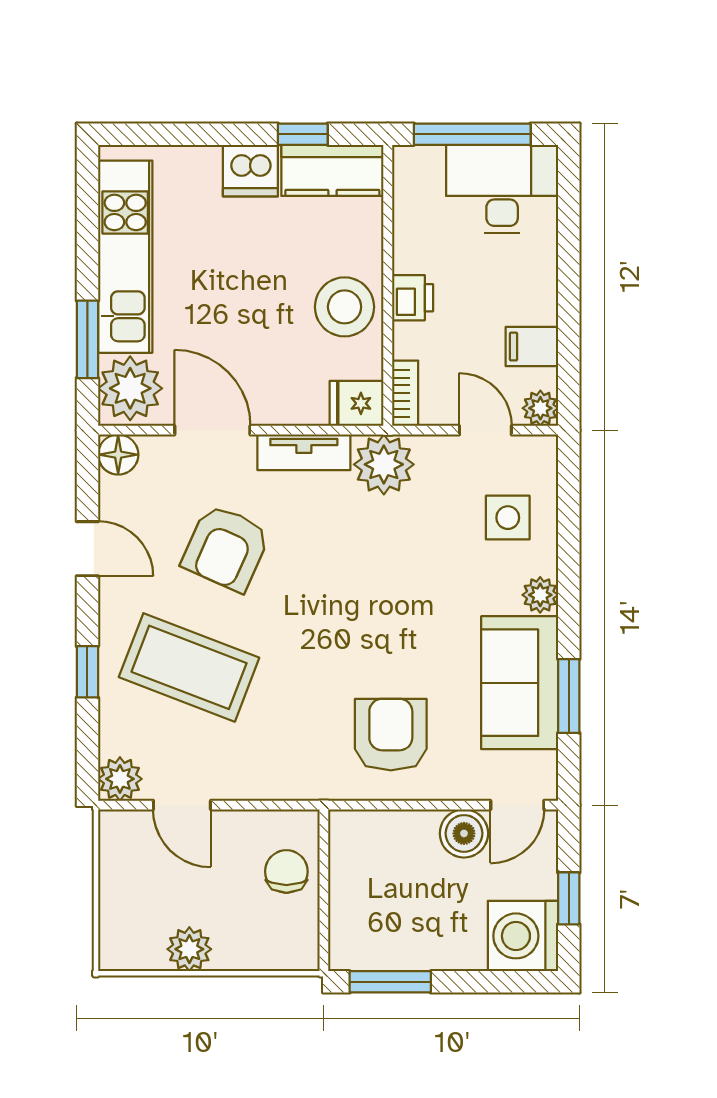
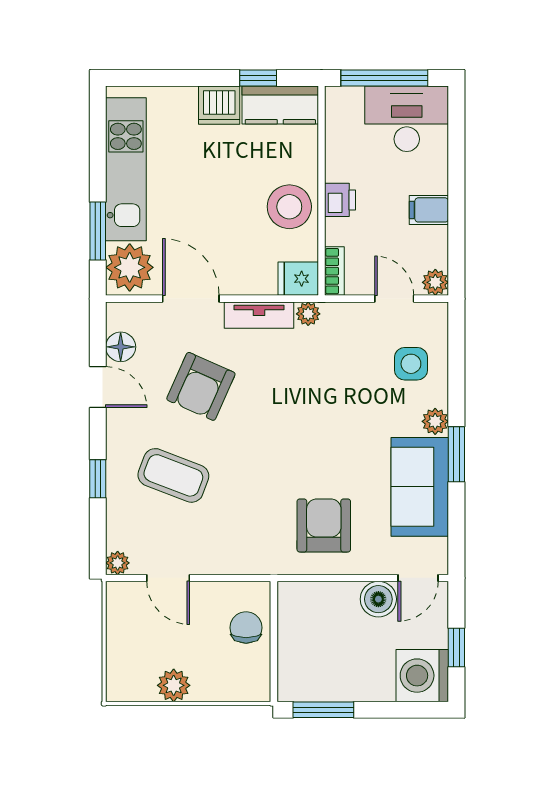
filing cabinet: (532, 347) -> (429, 210), moved
floor lamp: (118, 455) -> (121, 347), moved
plant: (384, 464) -> (308, 314), width x0.53, depth x0.53
coffee table: (189, 667) -> (173, 475), width x0.73, depth x0.76
window: (569, 696) -> (456, 454), moved
plant: (120, 779) -> (118, 563), width x0.73, depth x0.73

